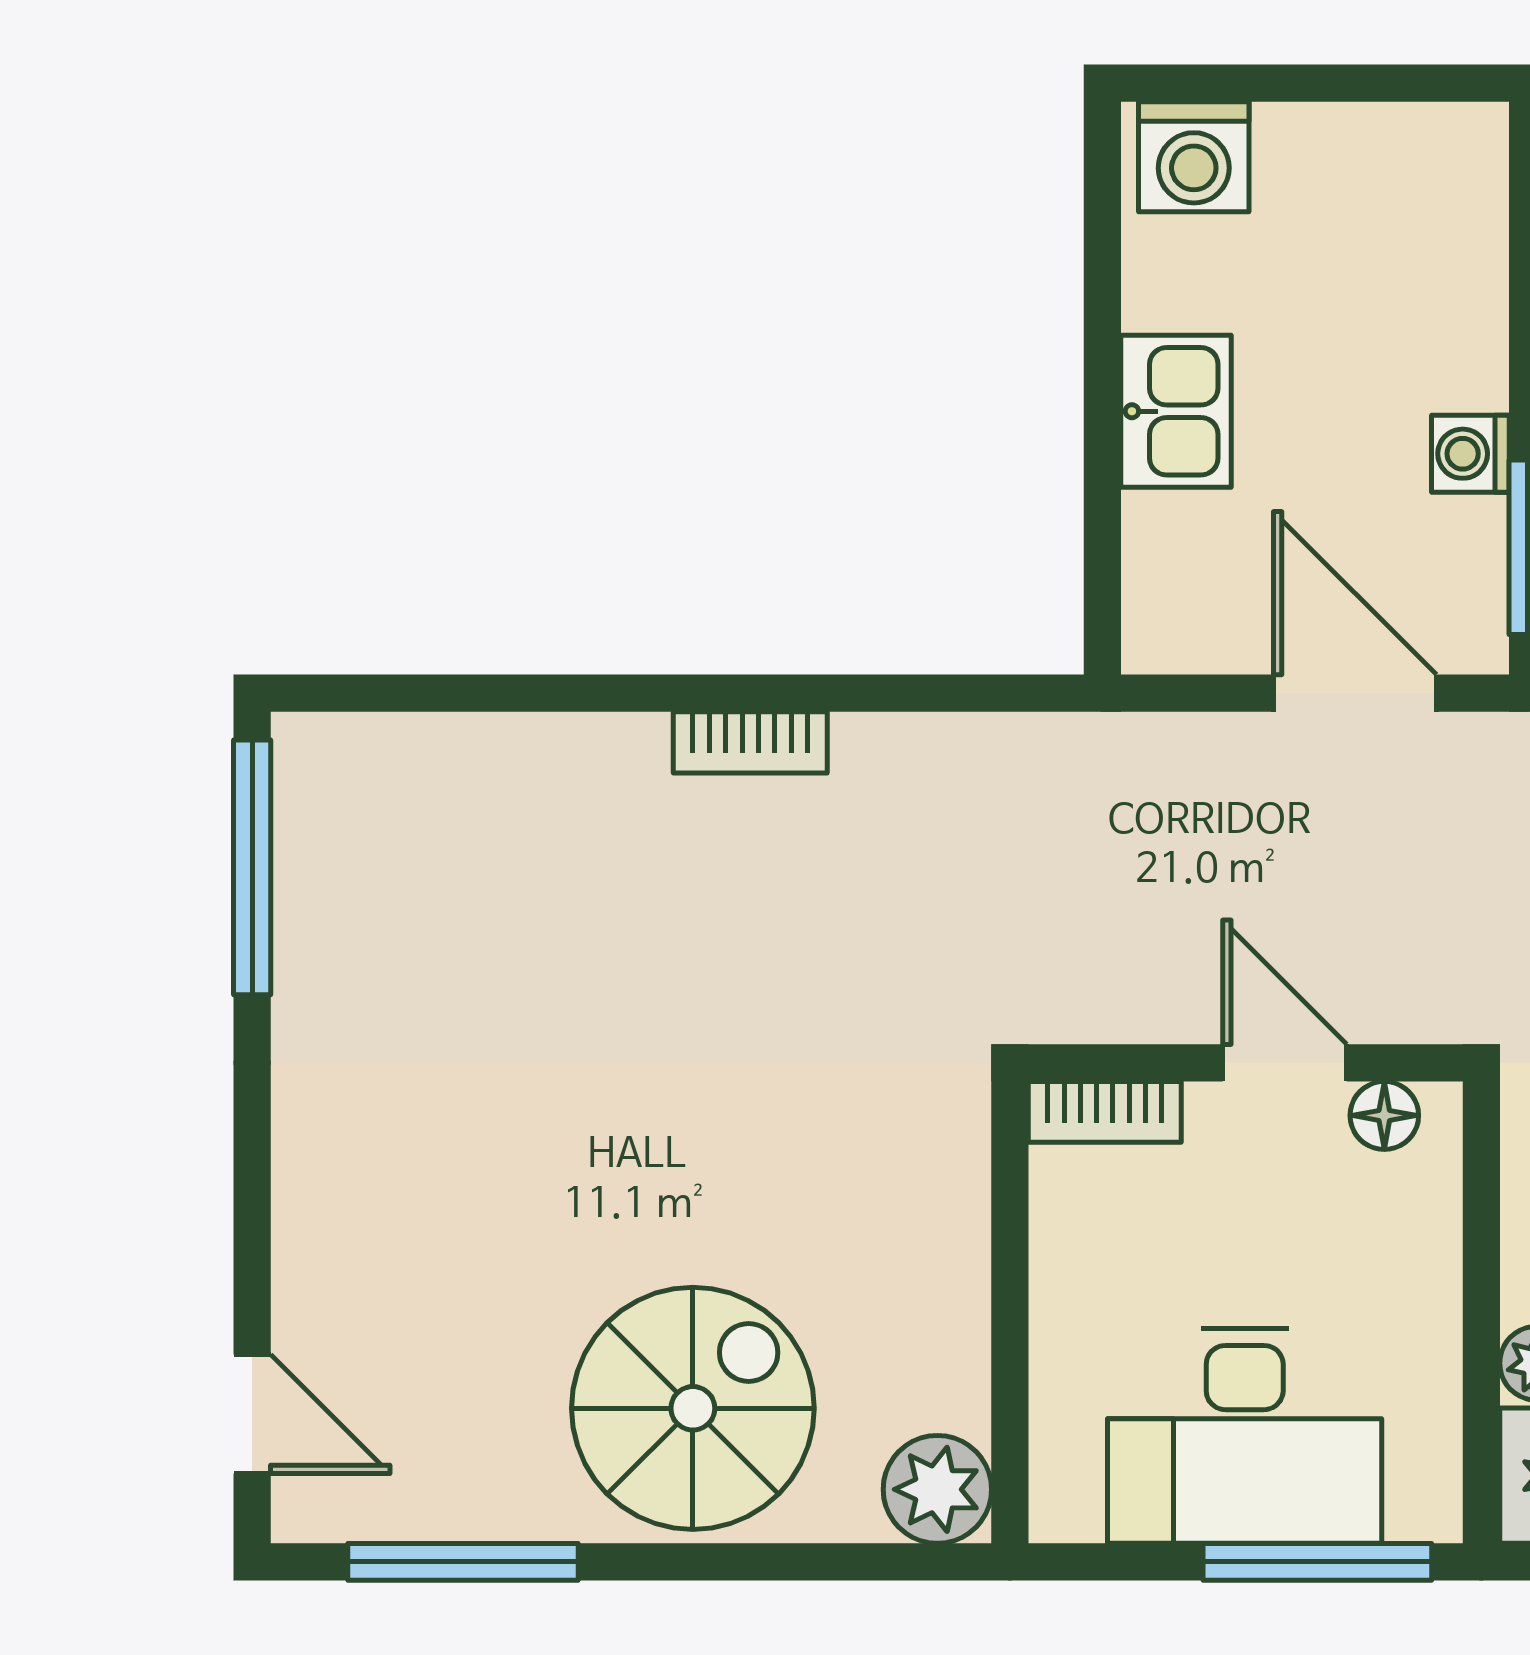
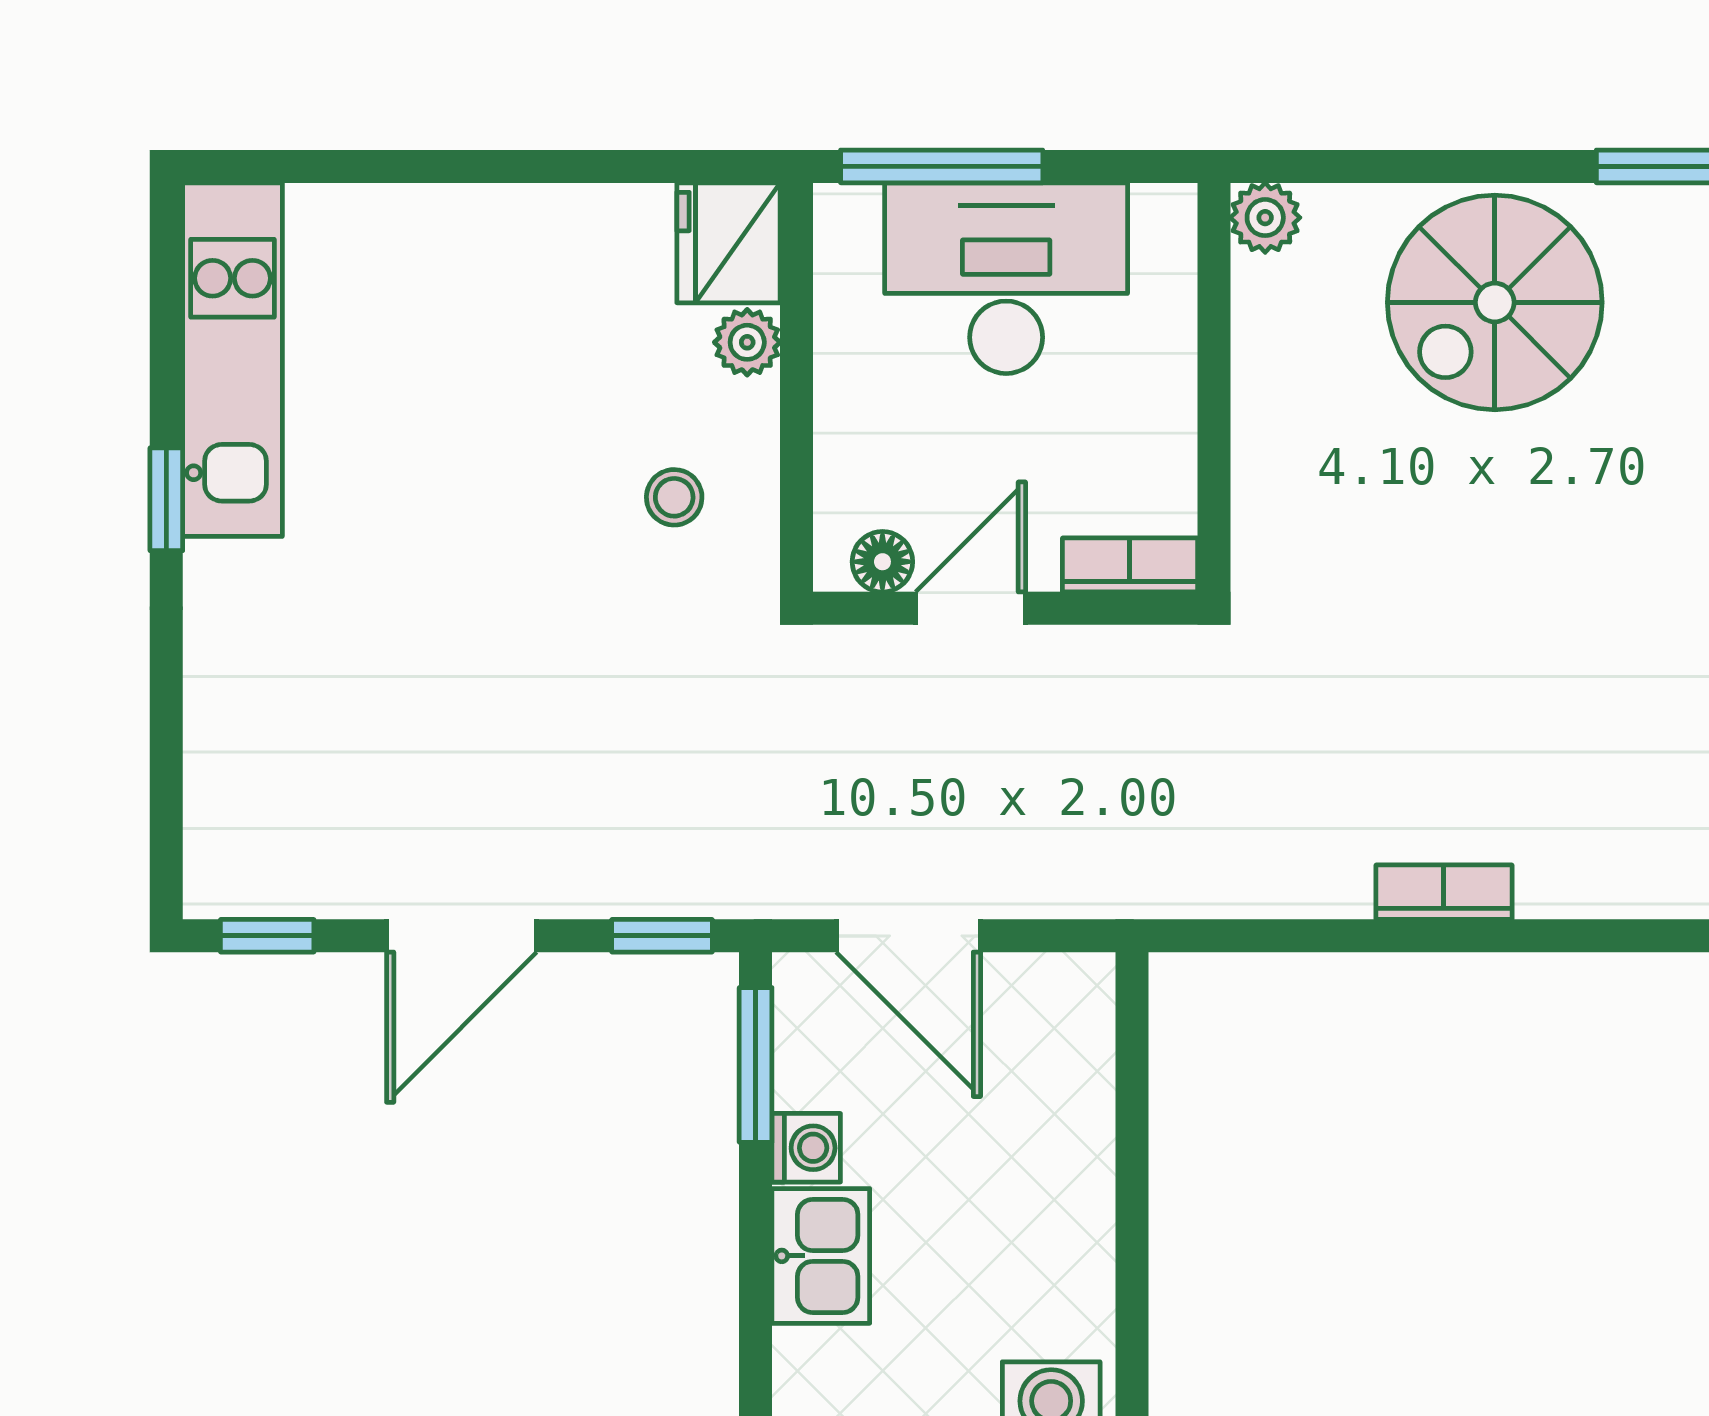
kitchen sink: (1176, 411) -> (821, 1256), moved, turned 180
door: (1285, 1063) -> (971, 608), swing flipped
plant: (937, 1489) -> (1265, 218), width x0.73, depth x0.73

